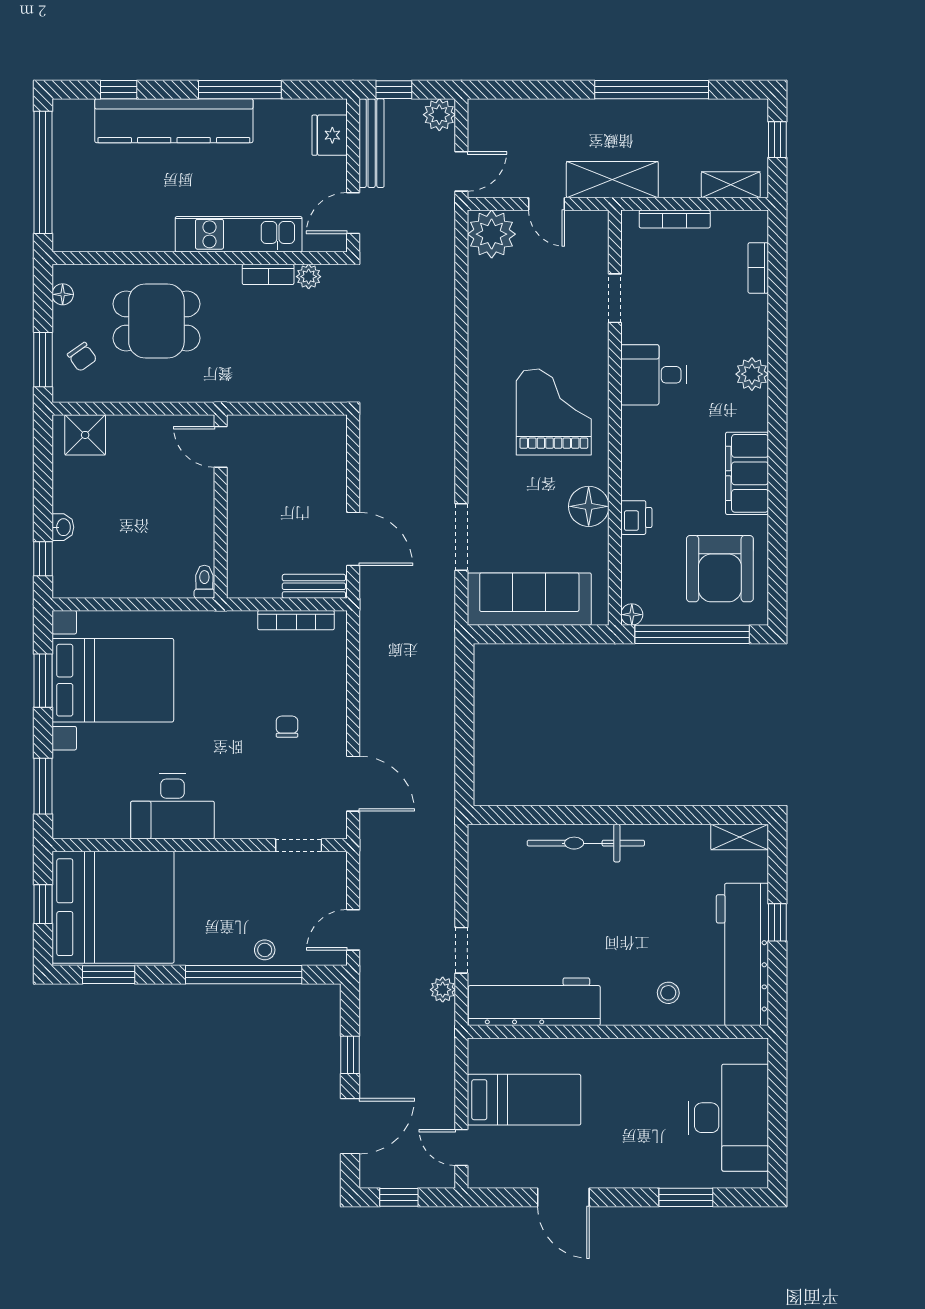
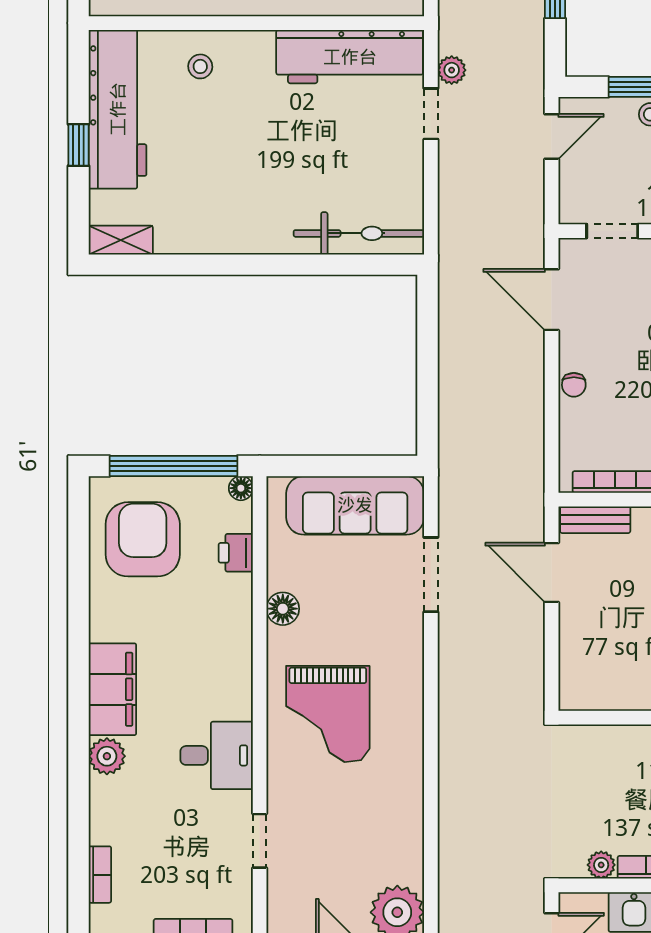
filing cabinet: (747, 473) -> (112, 689), moved
floor lamp: (589, 506) -> (283, 609), width x0.73, depth x0.73
printer: (636, 518) -> (236, 553), moved
chair: (287, 727) -> (574, 385), moved
bicycle: (586, 843) -> (359, 233), moved

